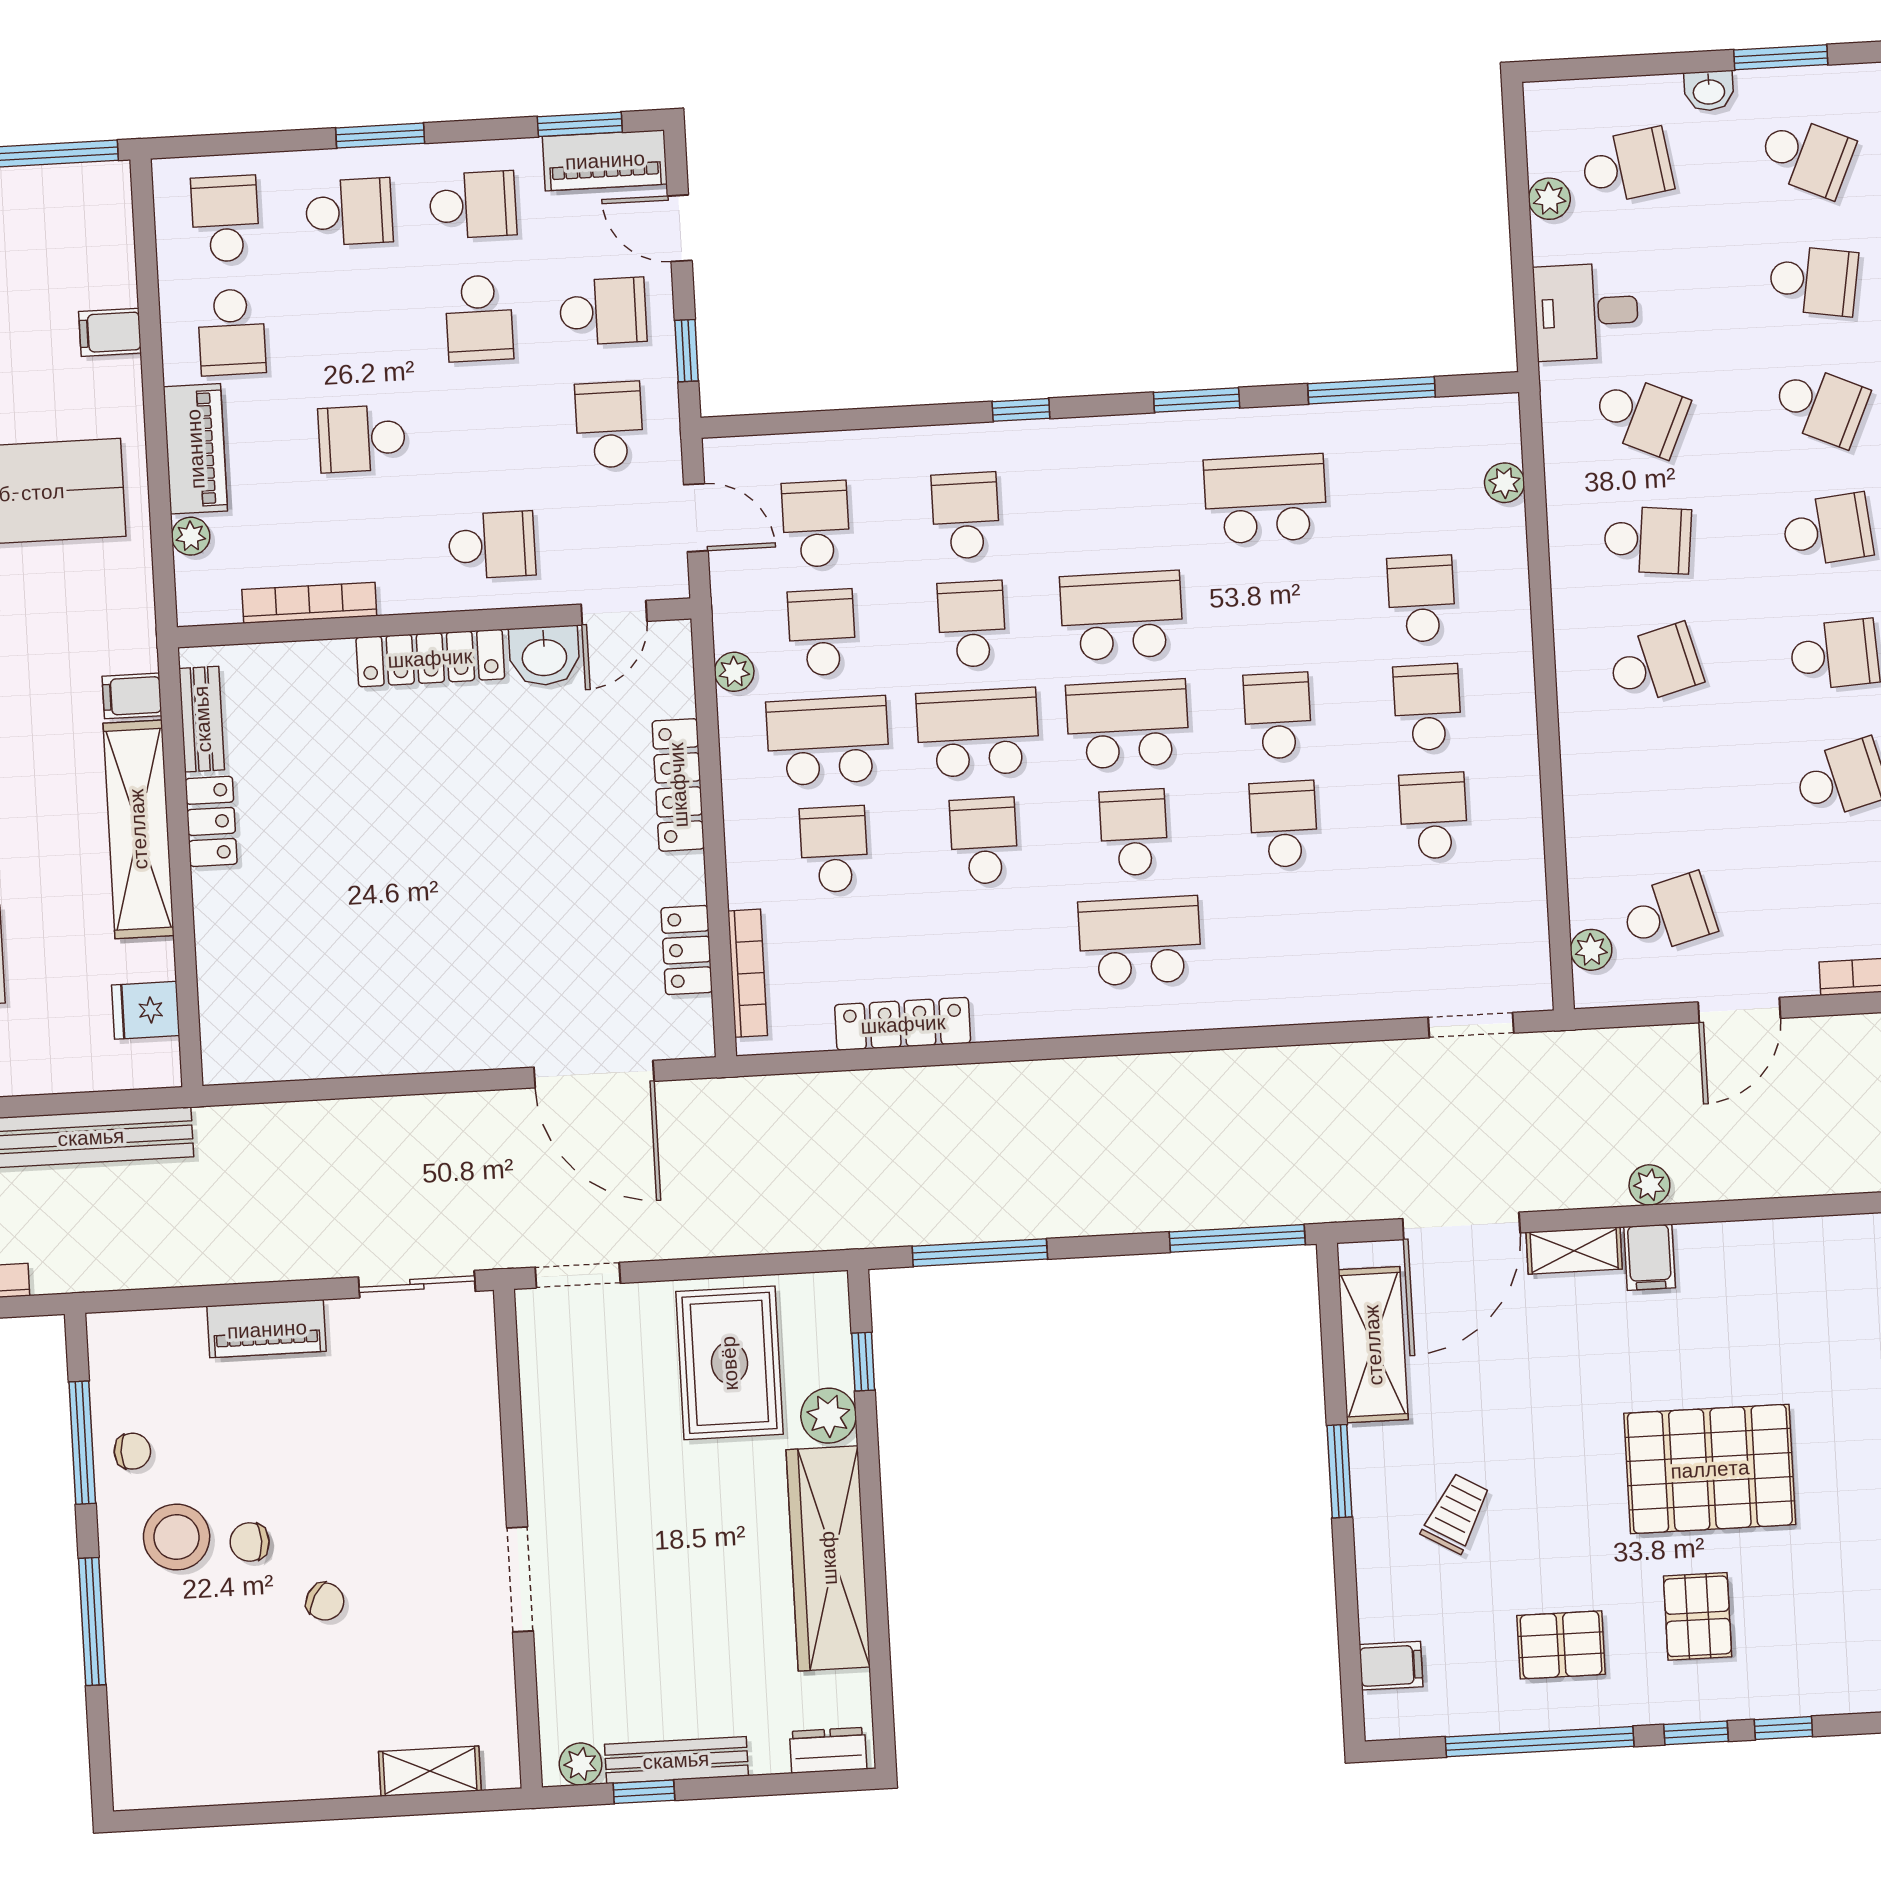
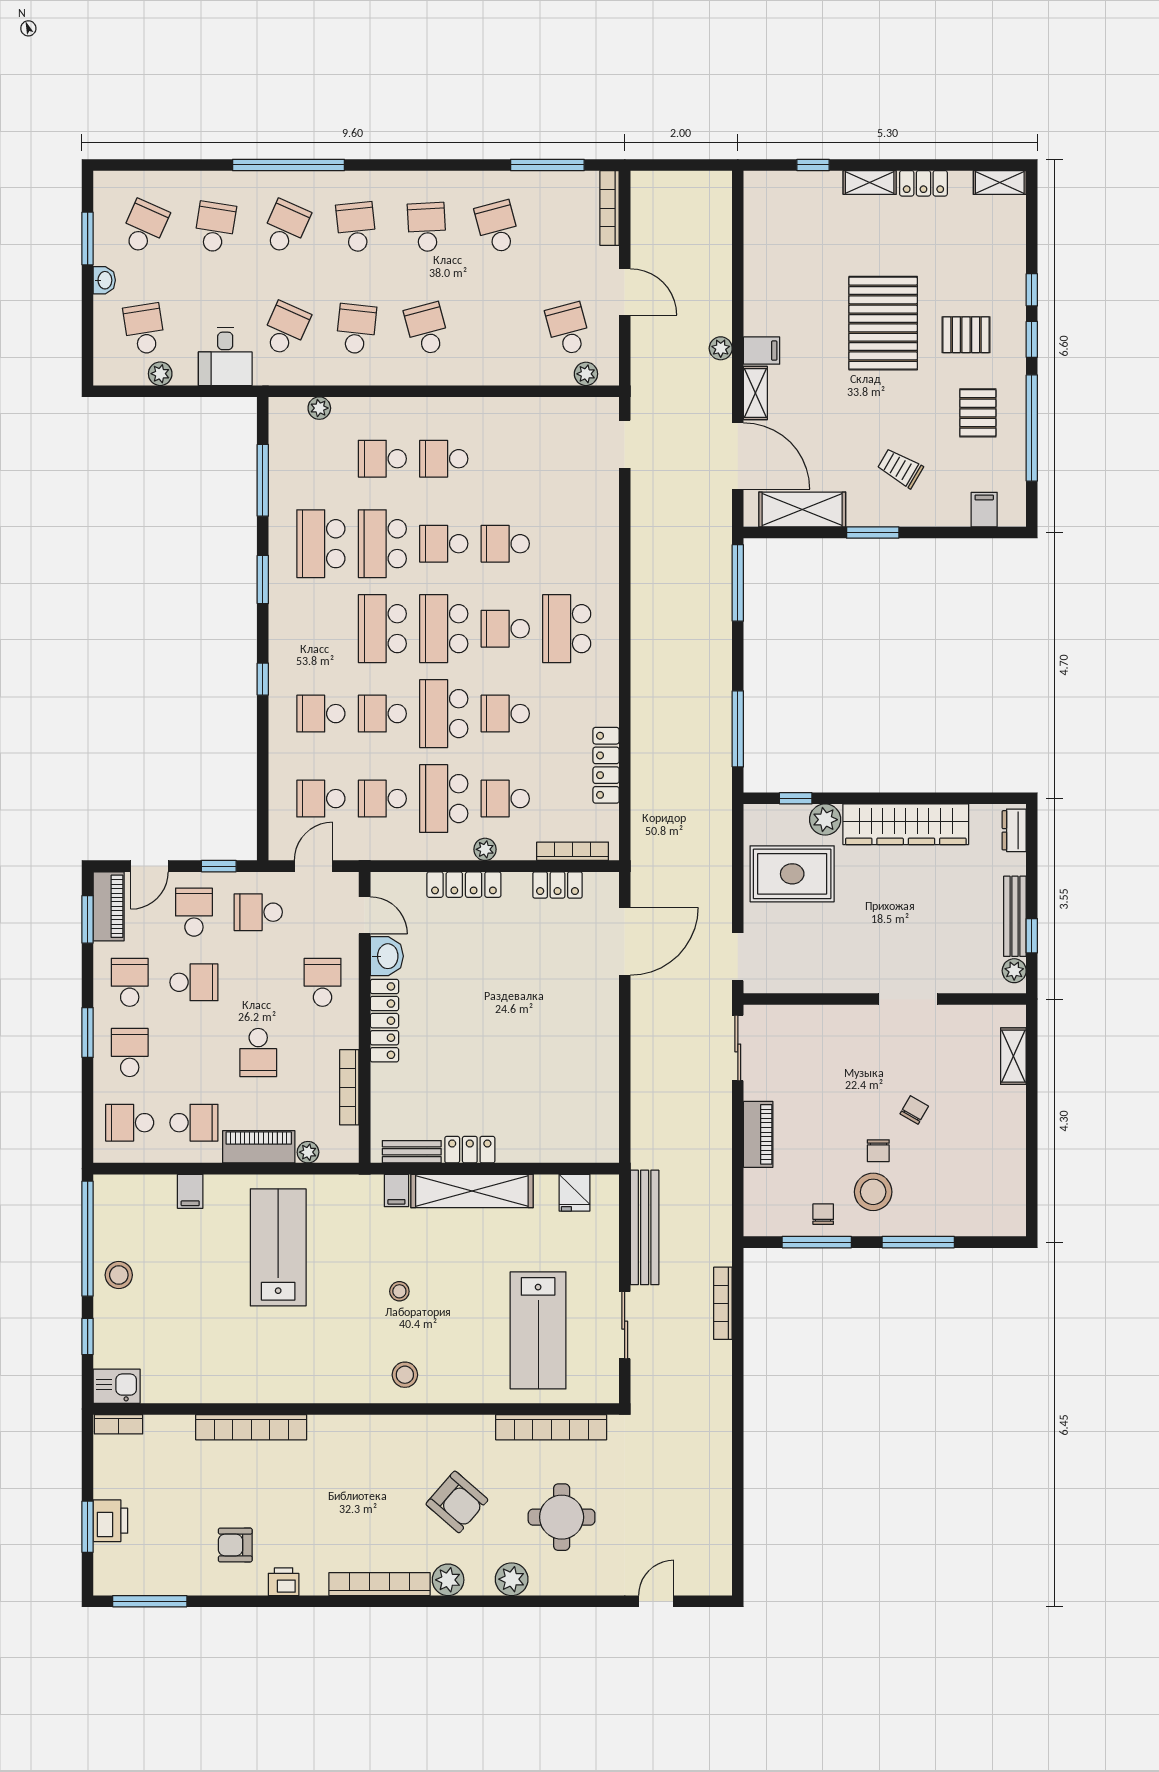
plant: (734, 672) -> (485, 849), moved
school desk: (1433, 816) -> (382, 544), moved, width x1.85

